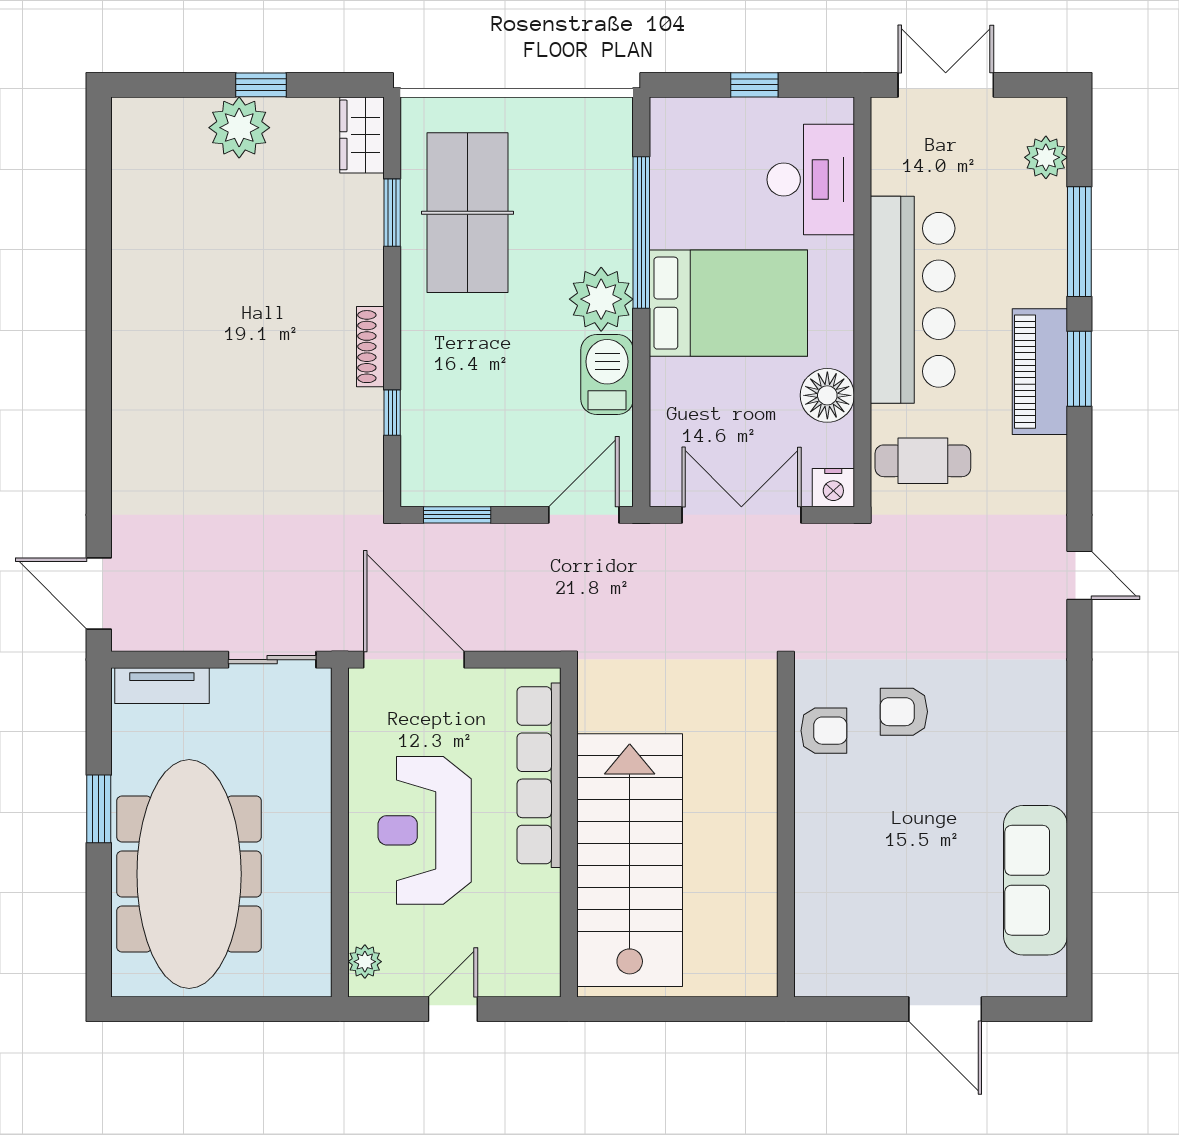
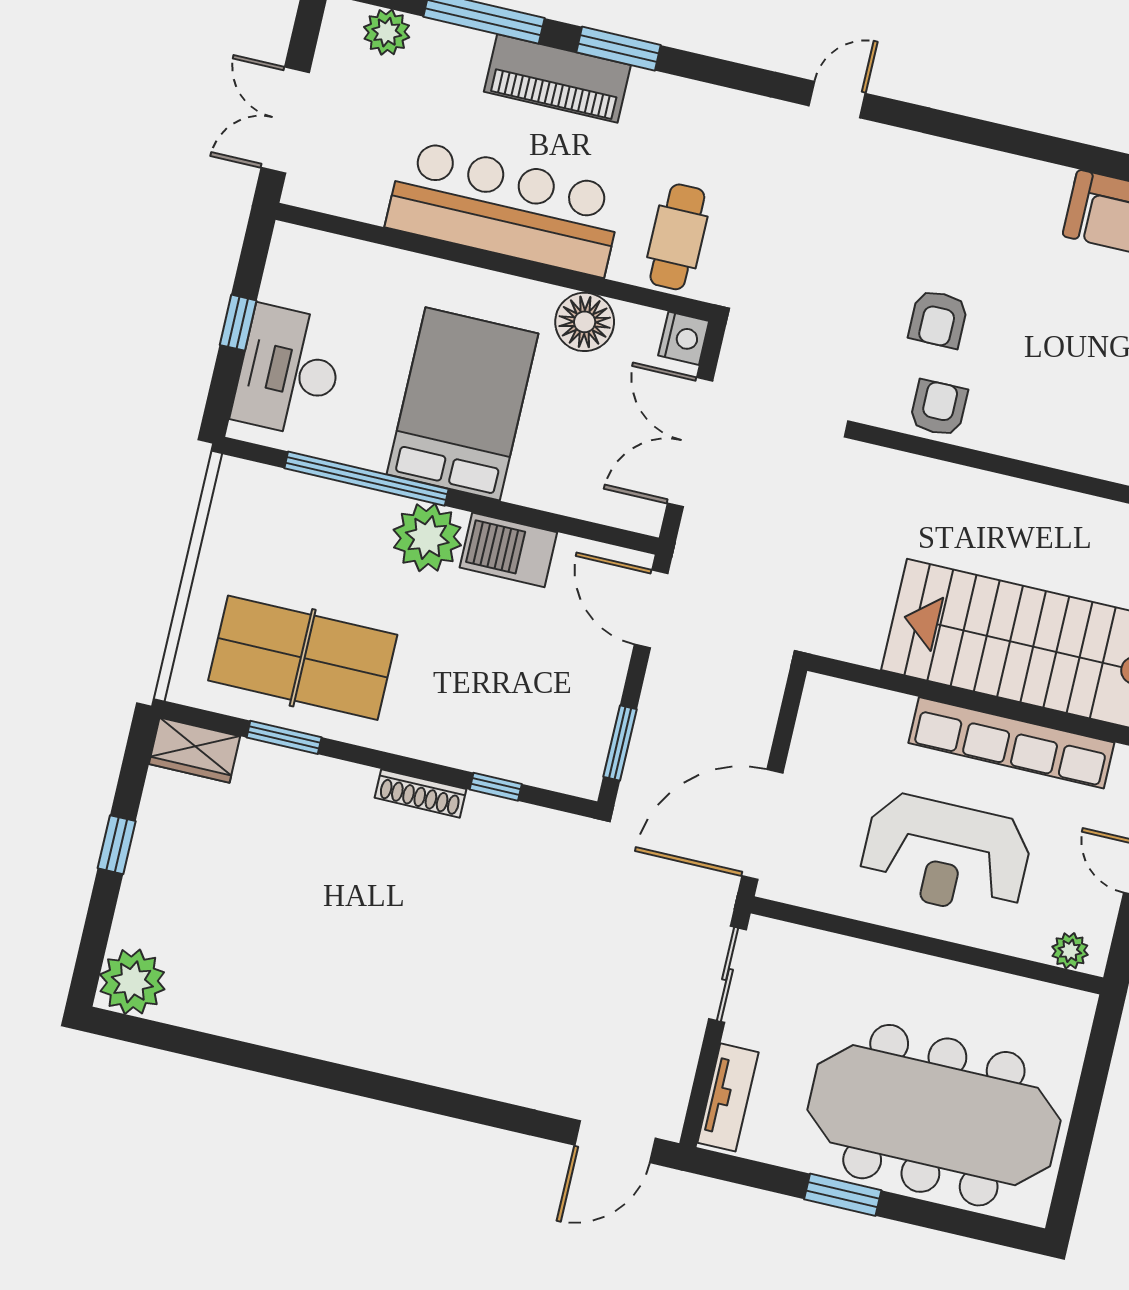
plant: (239, 128) -> (132, 982), moved
desk: (811, 180) -> (289, 371), moved, turned -90
piano: (1040, 372) -> (557, 78), moved
row of seats: (539, 775) -> (1011, 743), moved

